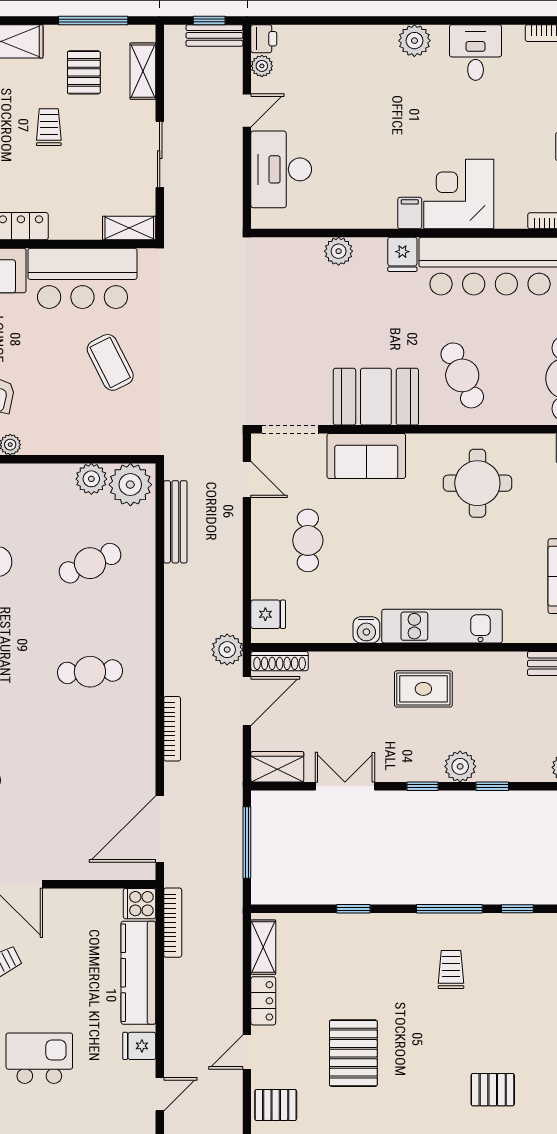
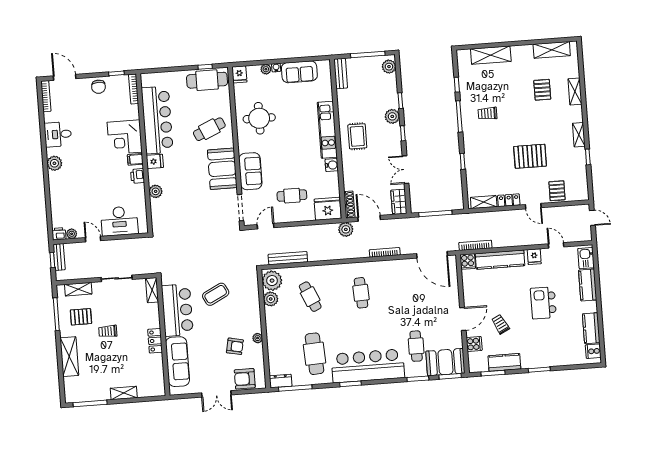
printer: (374, 215) -> (137, 176), added
fridge: (268, 614) -> (328, 209), width x1.88, depth x1.34

